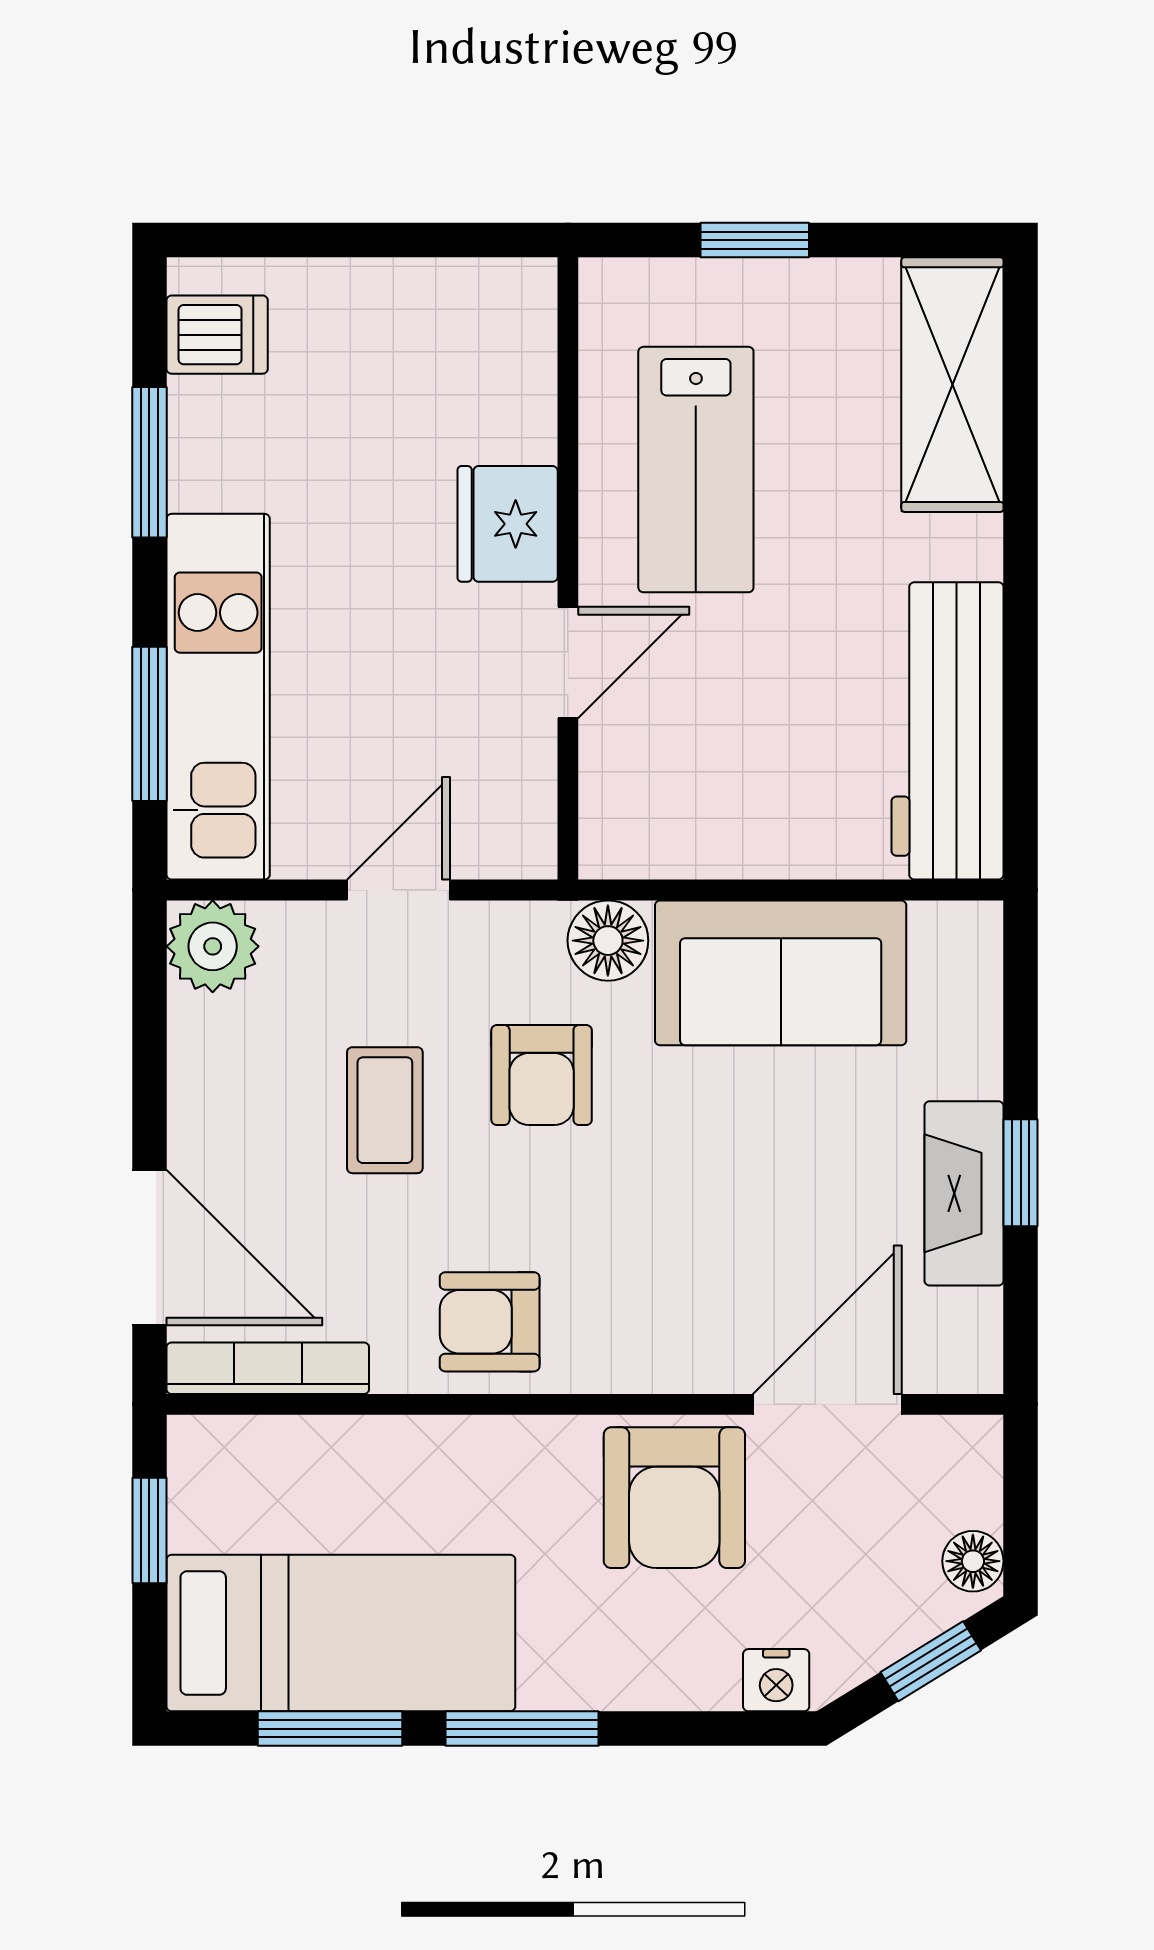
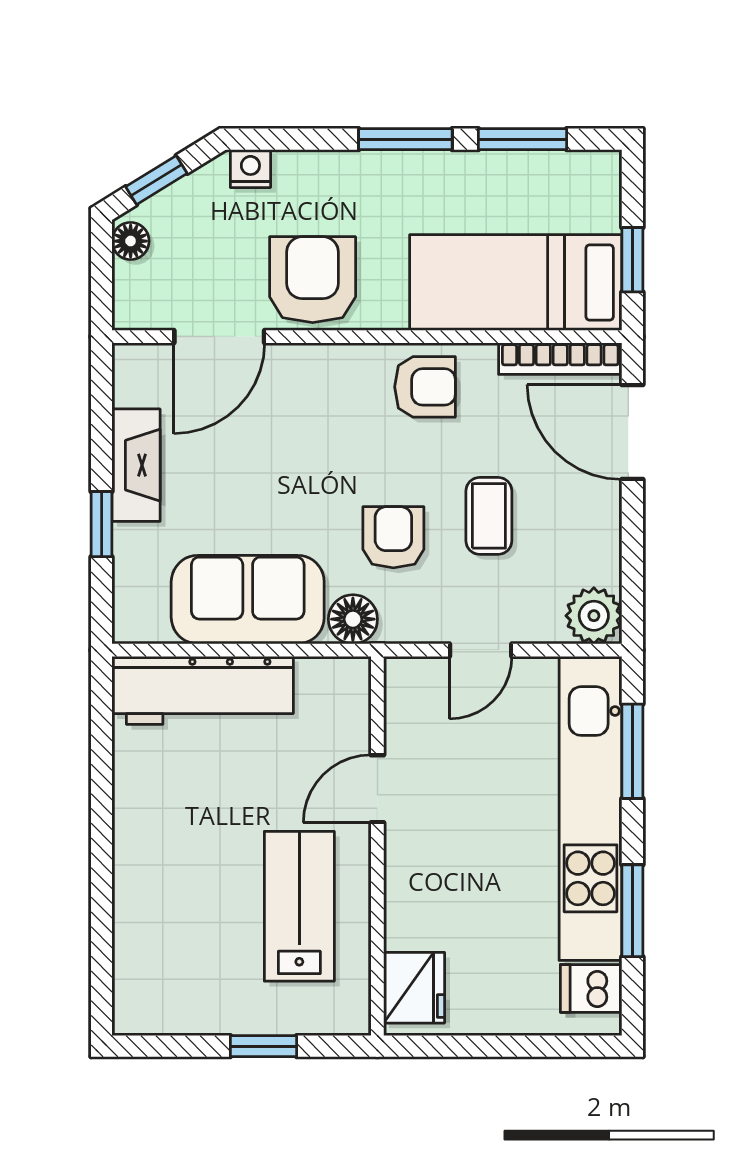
shelving: (952, 385) -> (143, 958), removed
fridge: (508, 524) -> (414, 988), moved
kitchen unit: (218, 697) -> (591, 808), width x1.36
workbench: (947, 731) -> (203, 690), moved, turned 90
window: (1021, 1173) -> (102, 524), moved
bed: (341, 1633) -> (516, 283), moved

